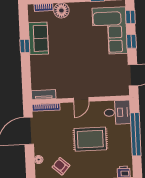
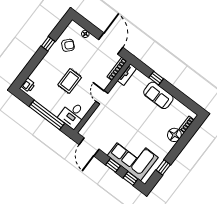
sofa: (38, 38) -> (158, 95), moved
window: (25, 46) -> (156, 78), moved
rug: (90, 139) -> (70, 81), width x0.73, depth x0.70

